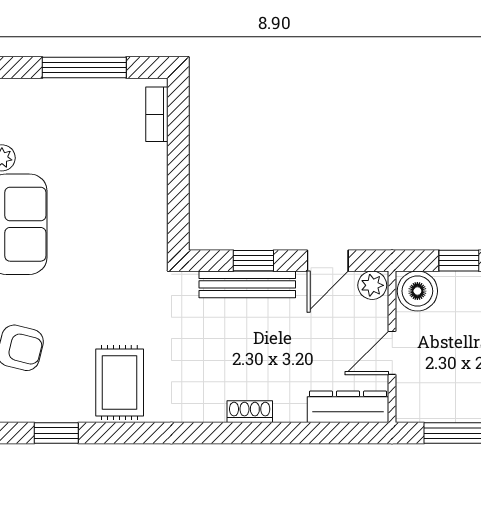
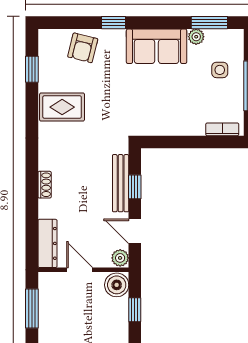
side table: (57, 118) -> (220, 70), added

